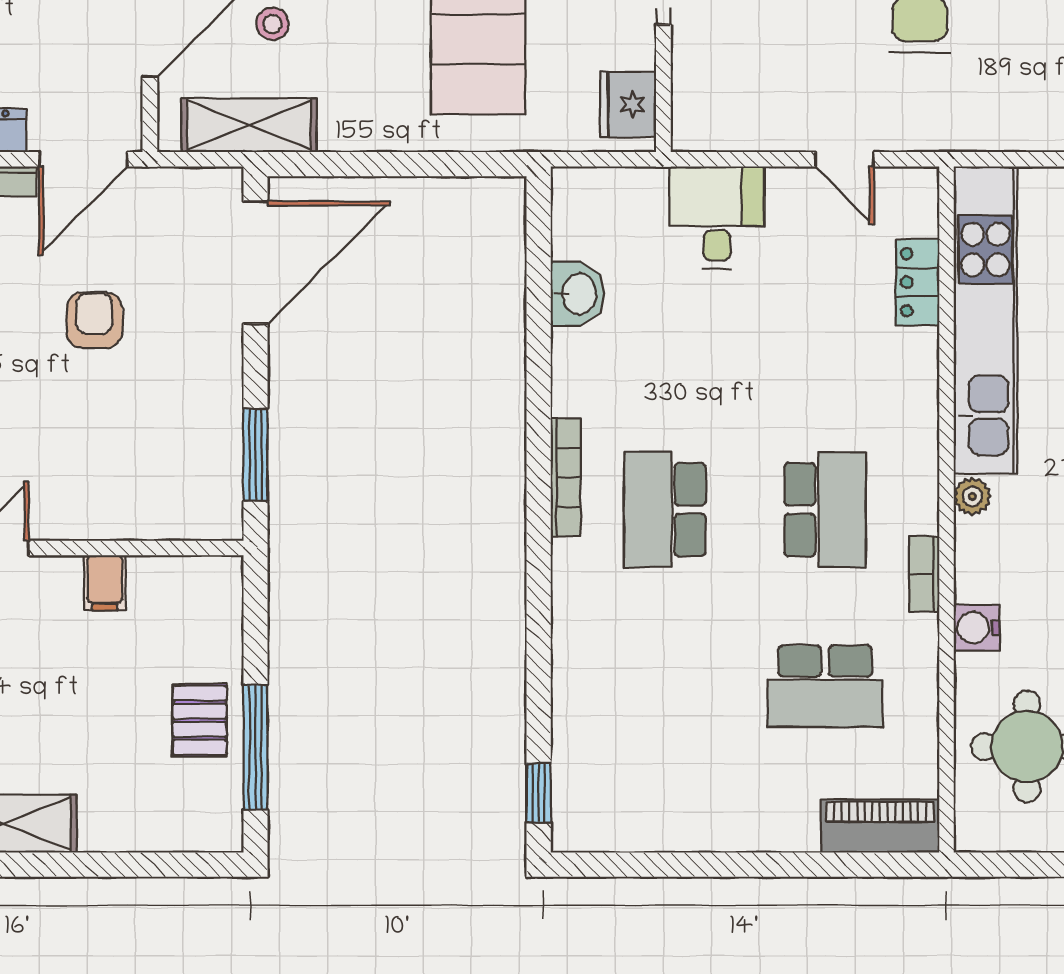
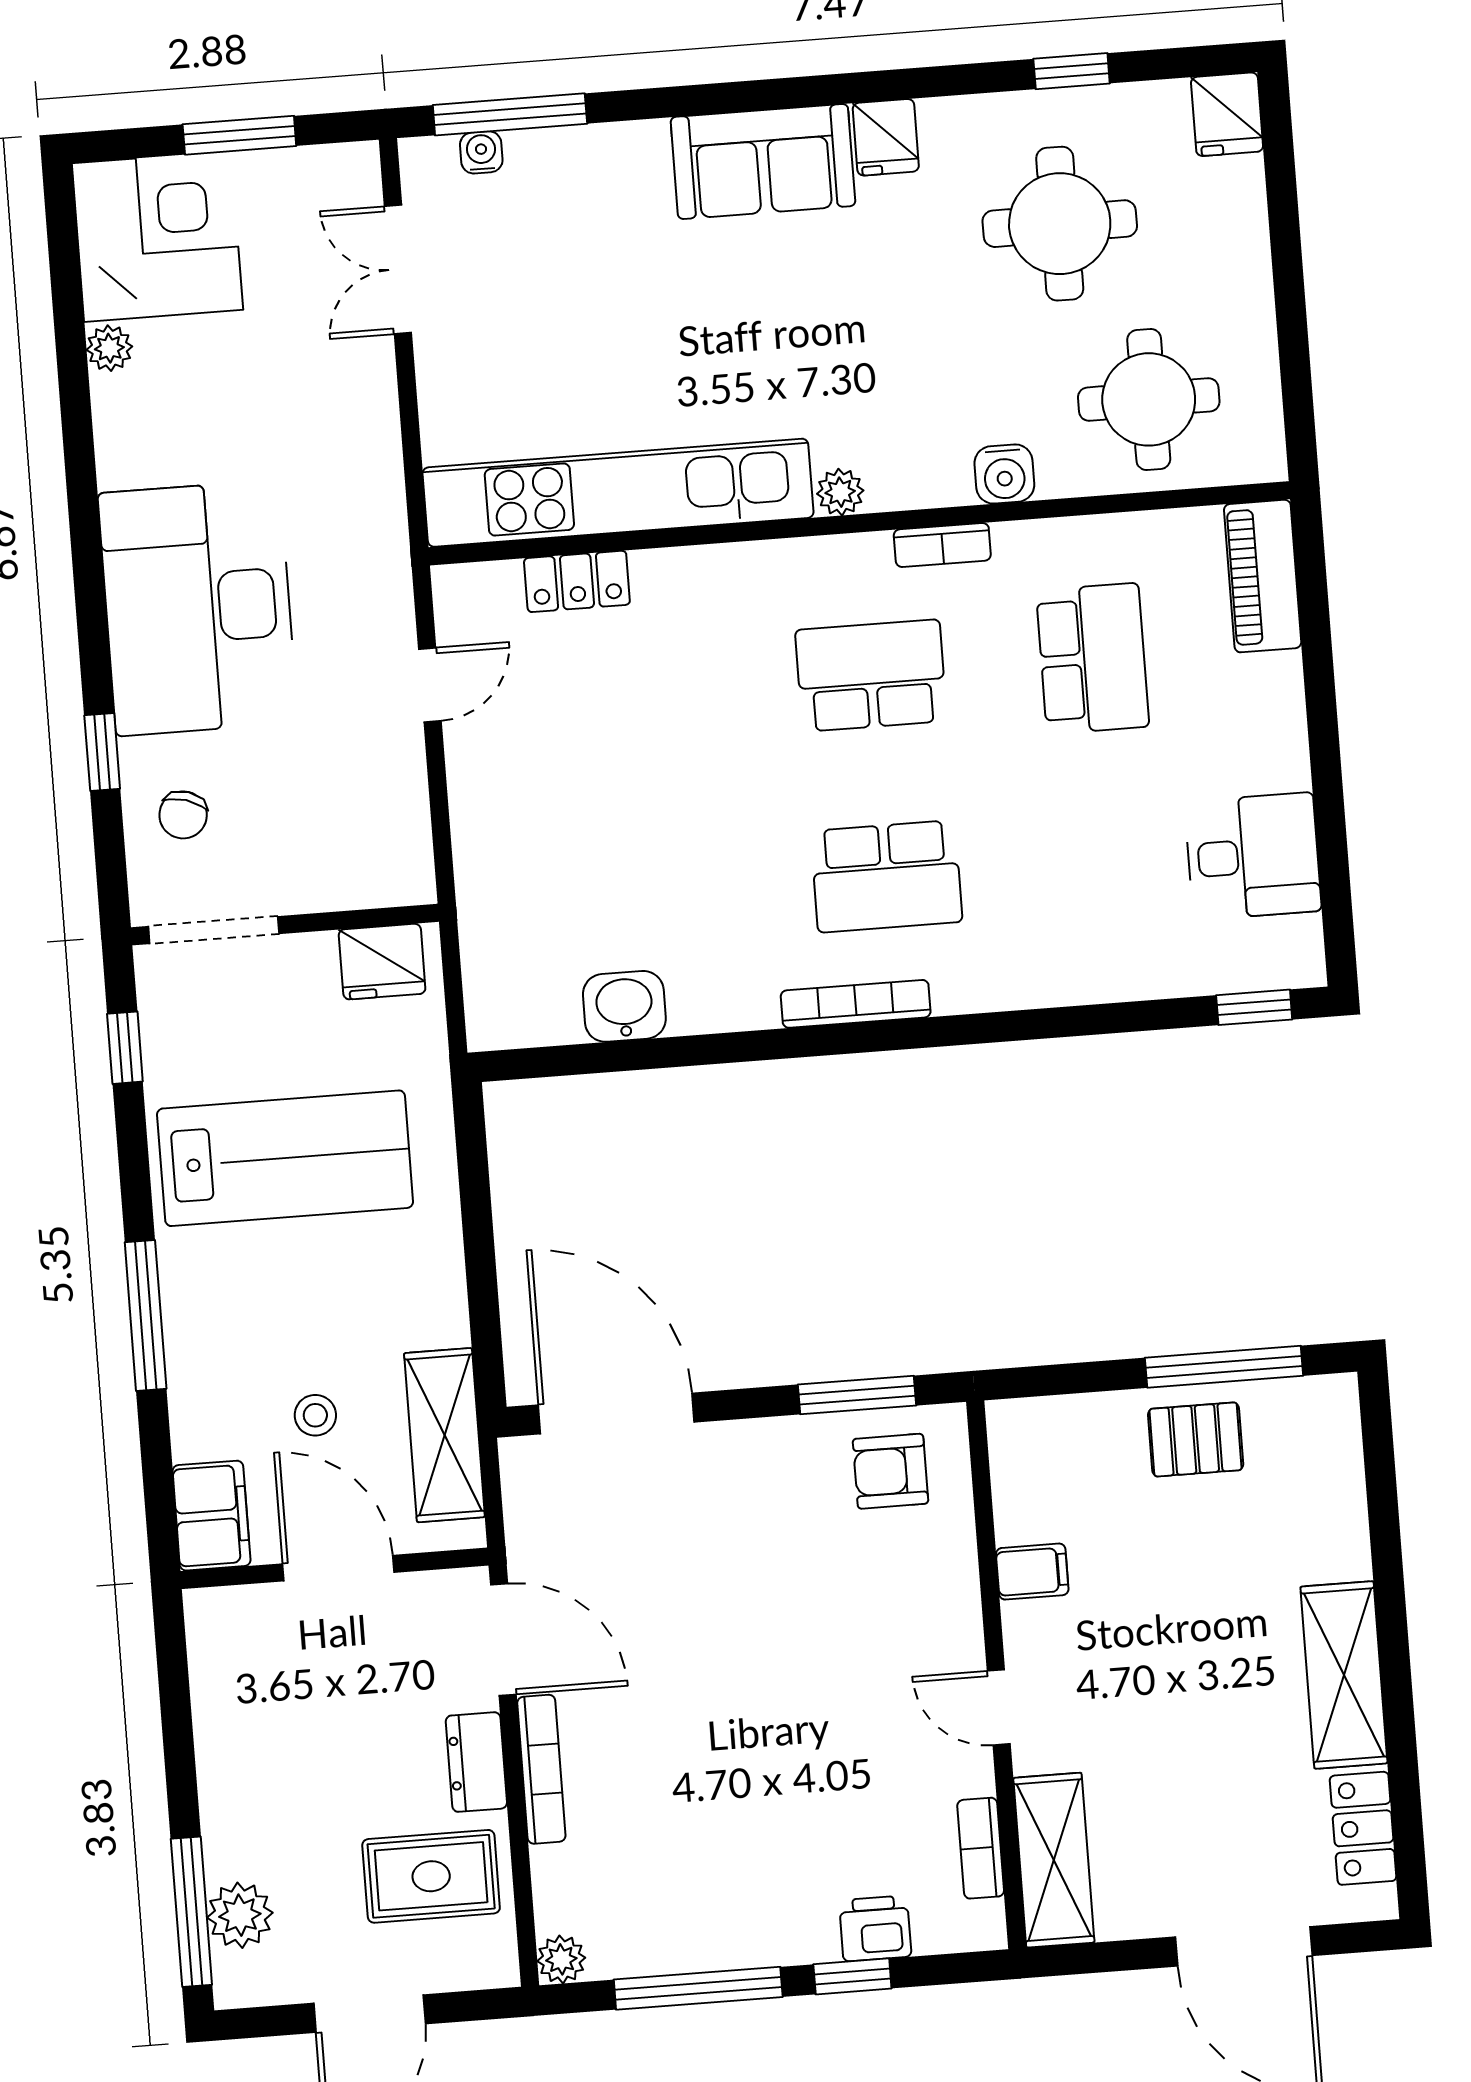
desk: (717, 218) -> (1253, 856), moved, turned 180
armchair: (94, 320) -> (890, 1471), moved

